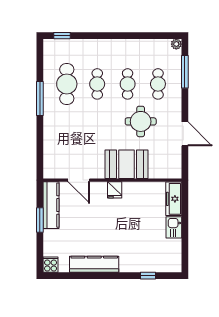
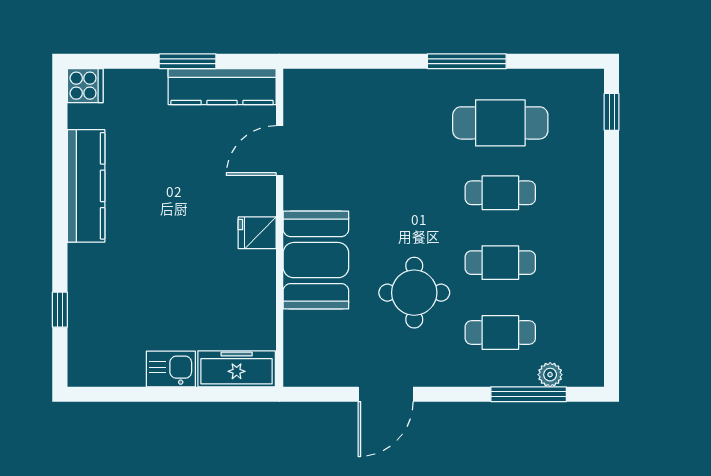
plant: (176, 44) -> (550, 375), moved

